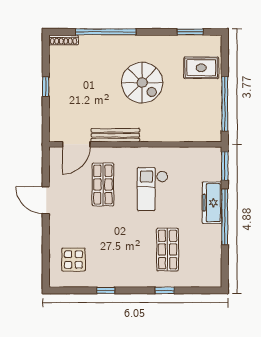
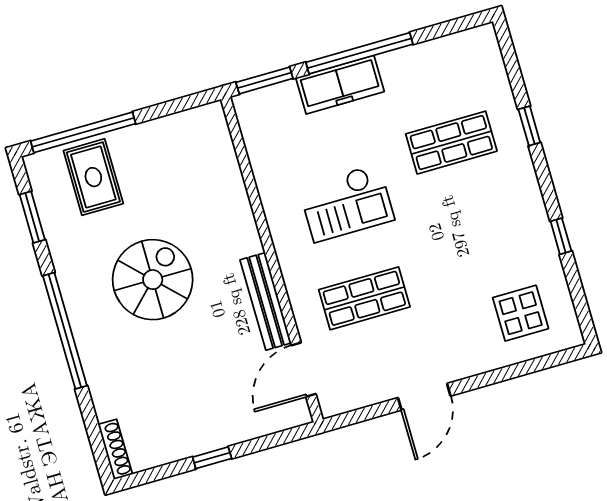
window: (106, 32) -> (65, 331), moved
window: (225, 104) -> (83, 132), moved
door: (76, 144) -> (304, 370), swing flipped

